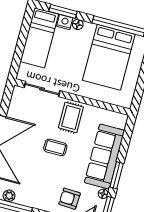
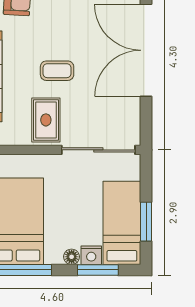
window: (23, 35) -> (146, 222), added
sliding door: (42, 89) -> (98, 150), width x1.37

